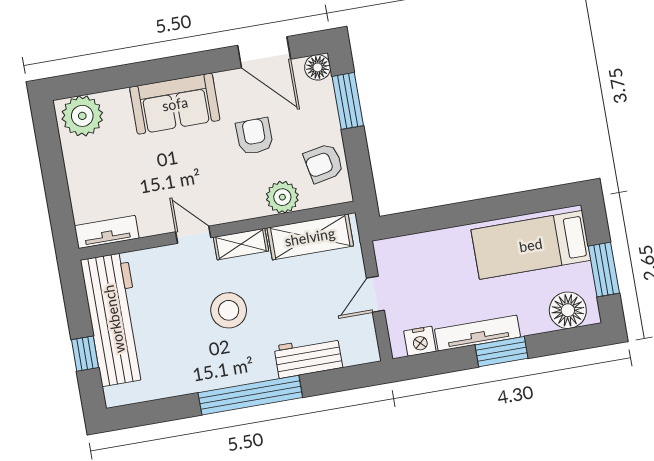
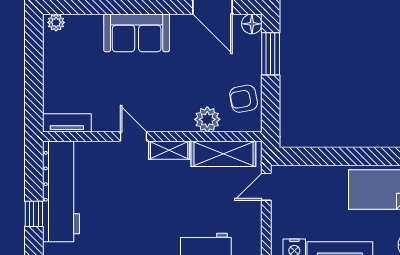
plant: (82, 116) -> (56, 22), width x0.53, depth x0.53
armchair: (255, 136) -> (194, 69), removed
door: (375, 294) -> (266, 187), moved
stool: (229, 310) -> (151, 200), removed

